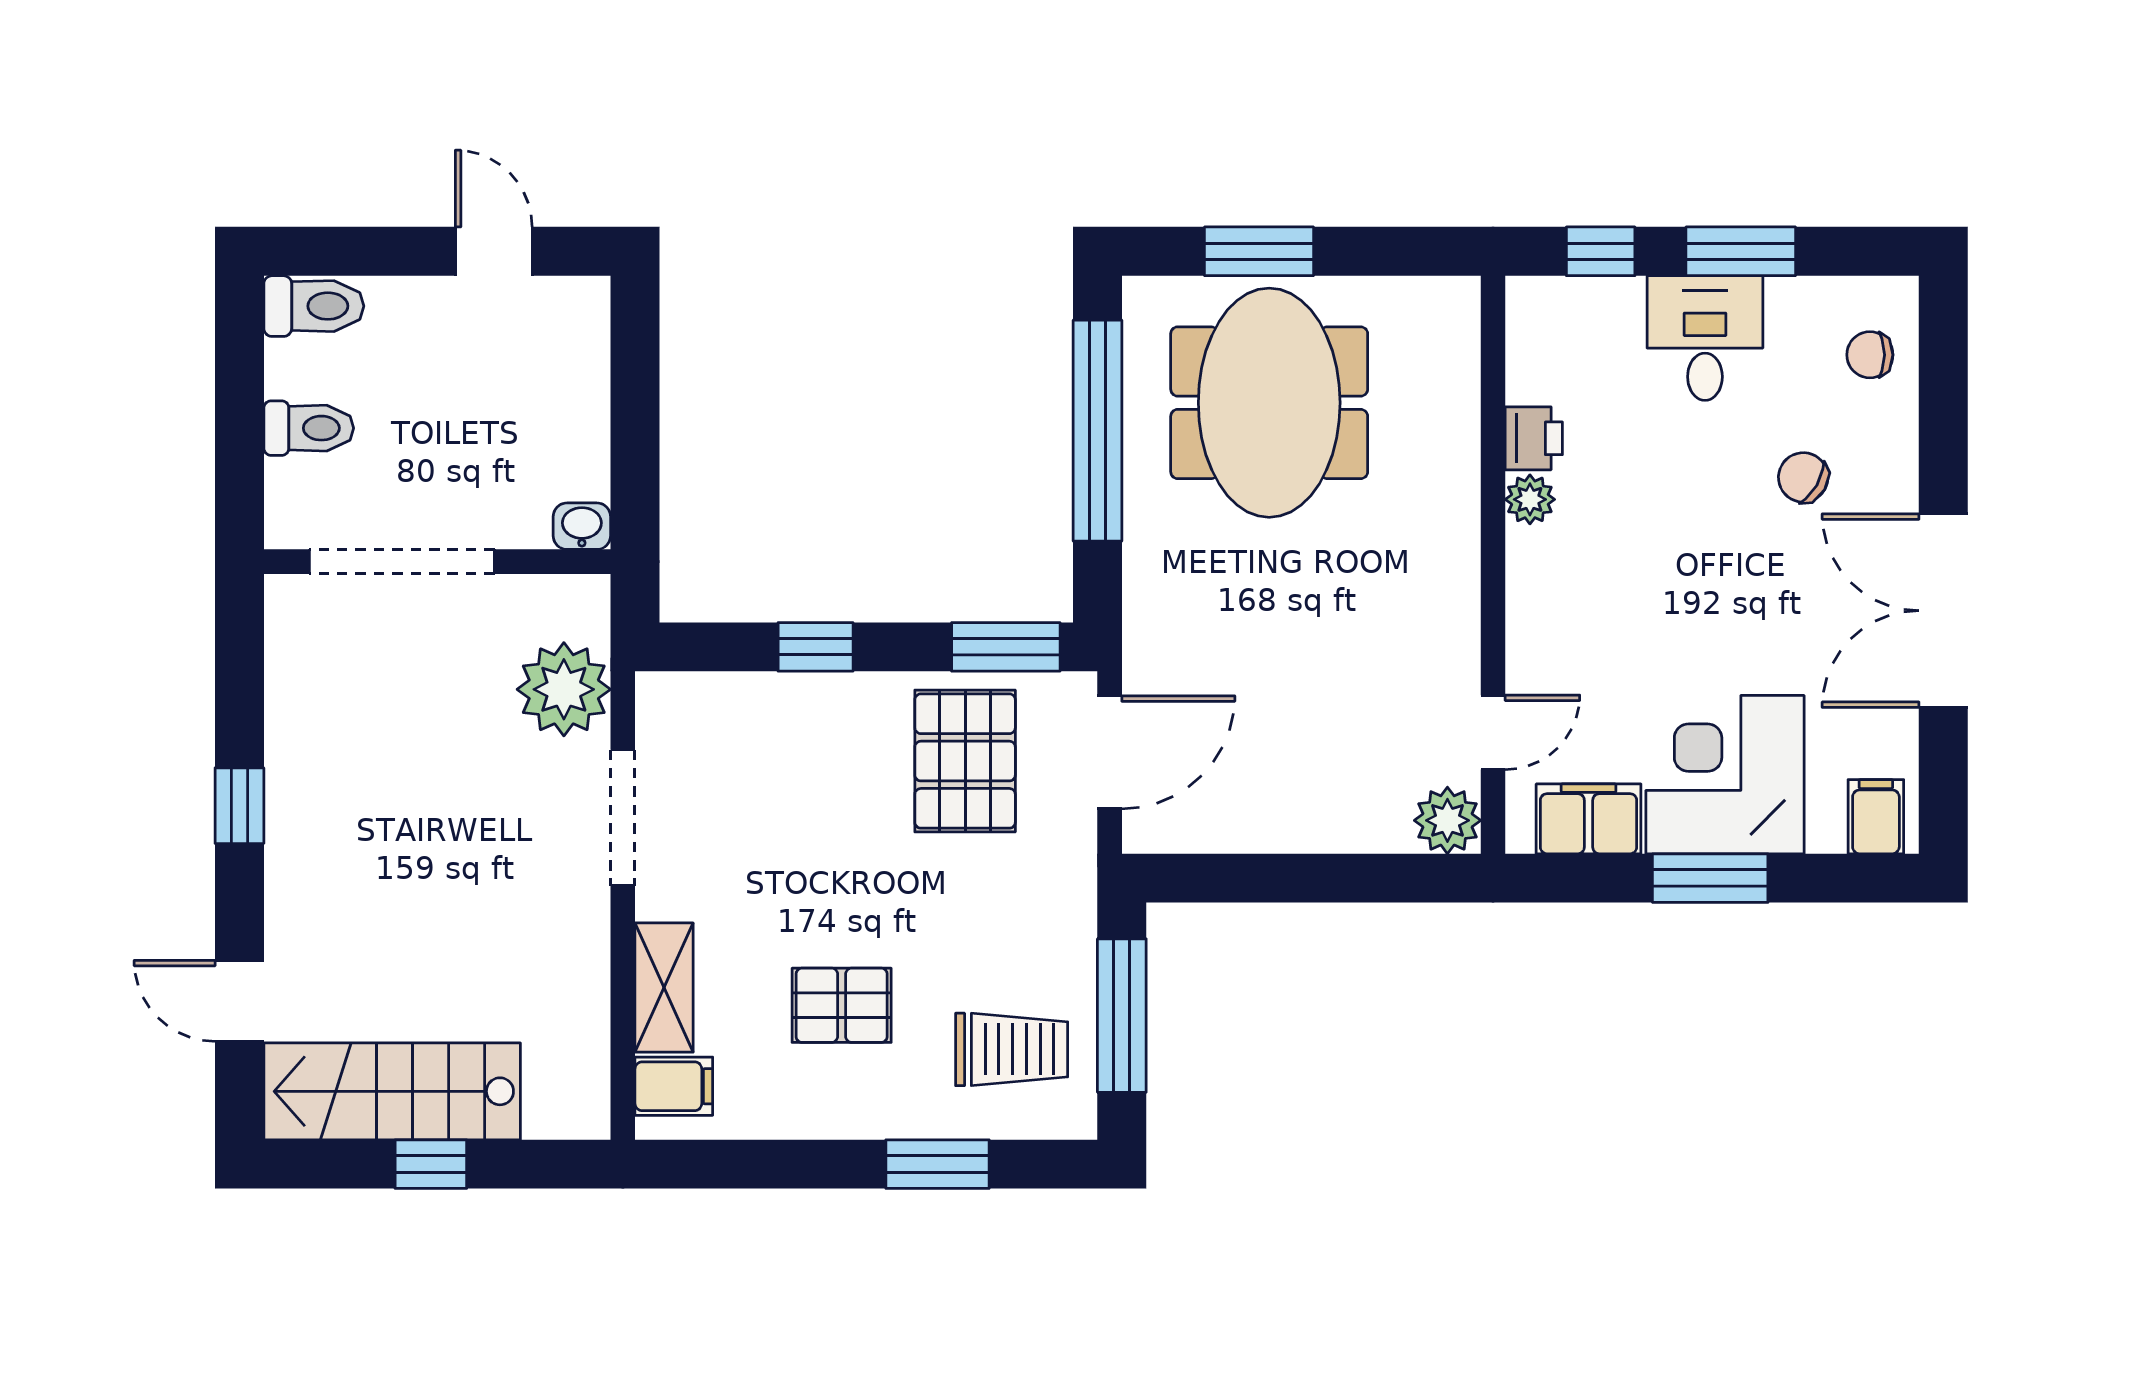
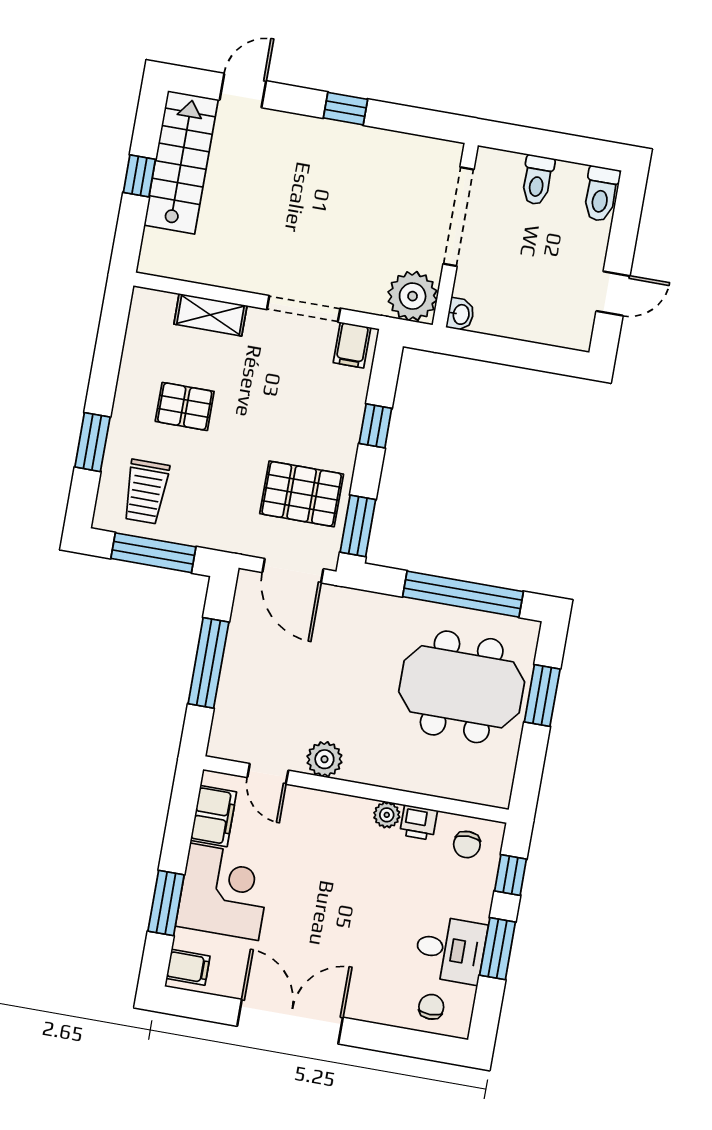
desk: (1705, 338) -> (450, 950), moved
chair: (1803, 477) -> (467, 844), moved, turned 150
plant: (564, 689) -> (413, 296), moved
plant: (1447, 820) -> (324, 759), moved
window: (1308, 878) -> (208, 663), added
window: (1710, 878) -> (166, 903), moved
pallet: (842, 1005) -> (185, 406), turned 90
filing cabinet: (674, 1086) -> (352, 345), moved

